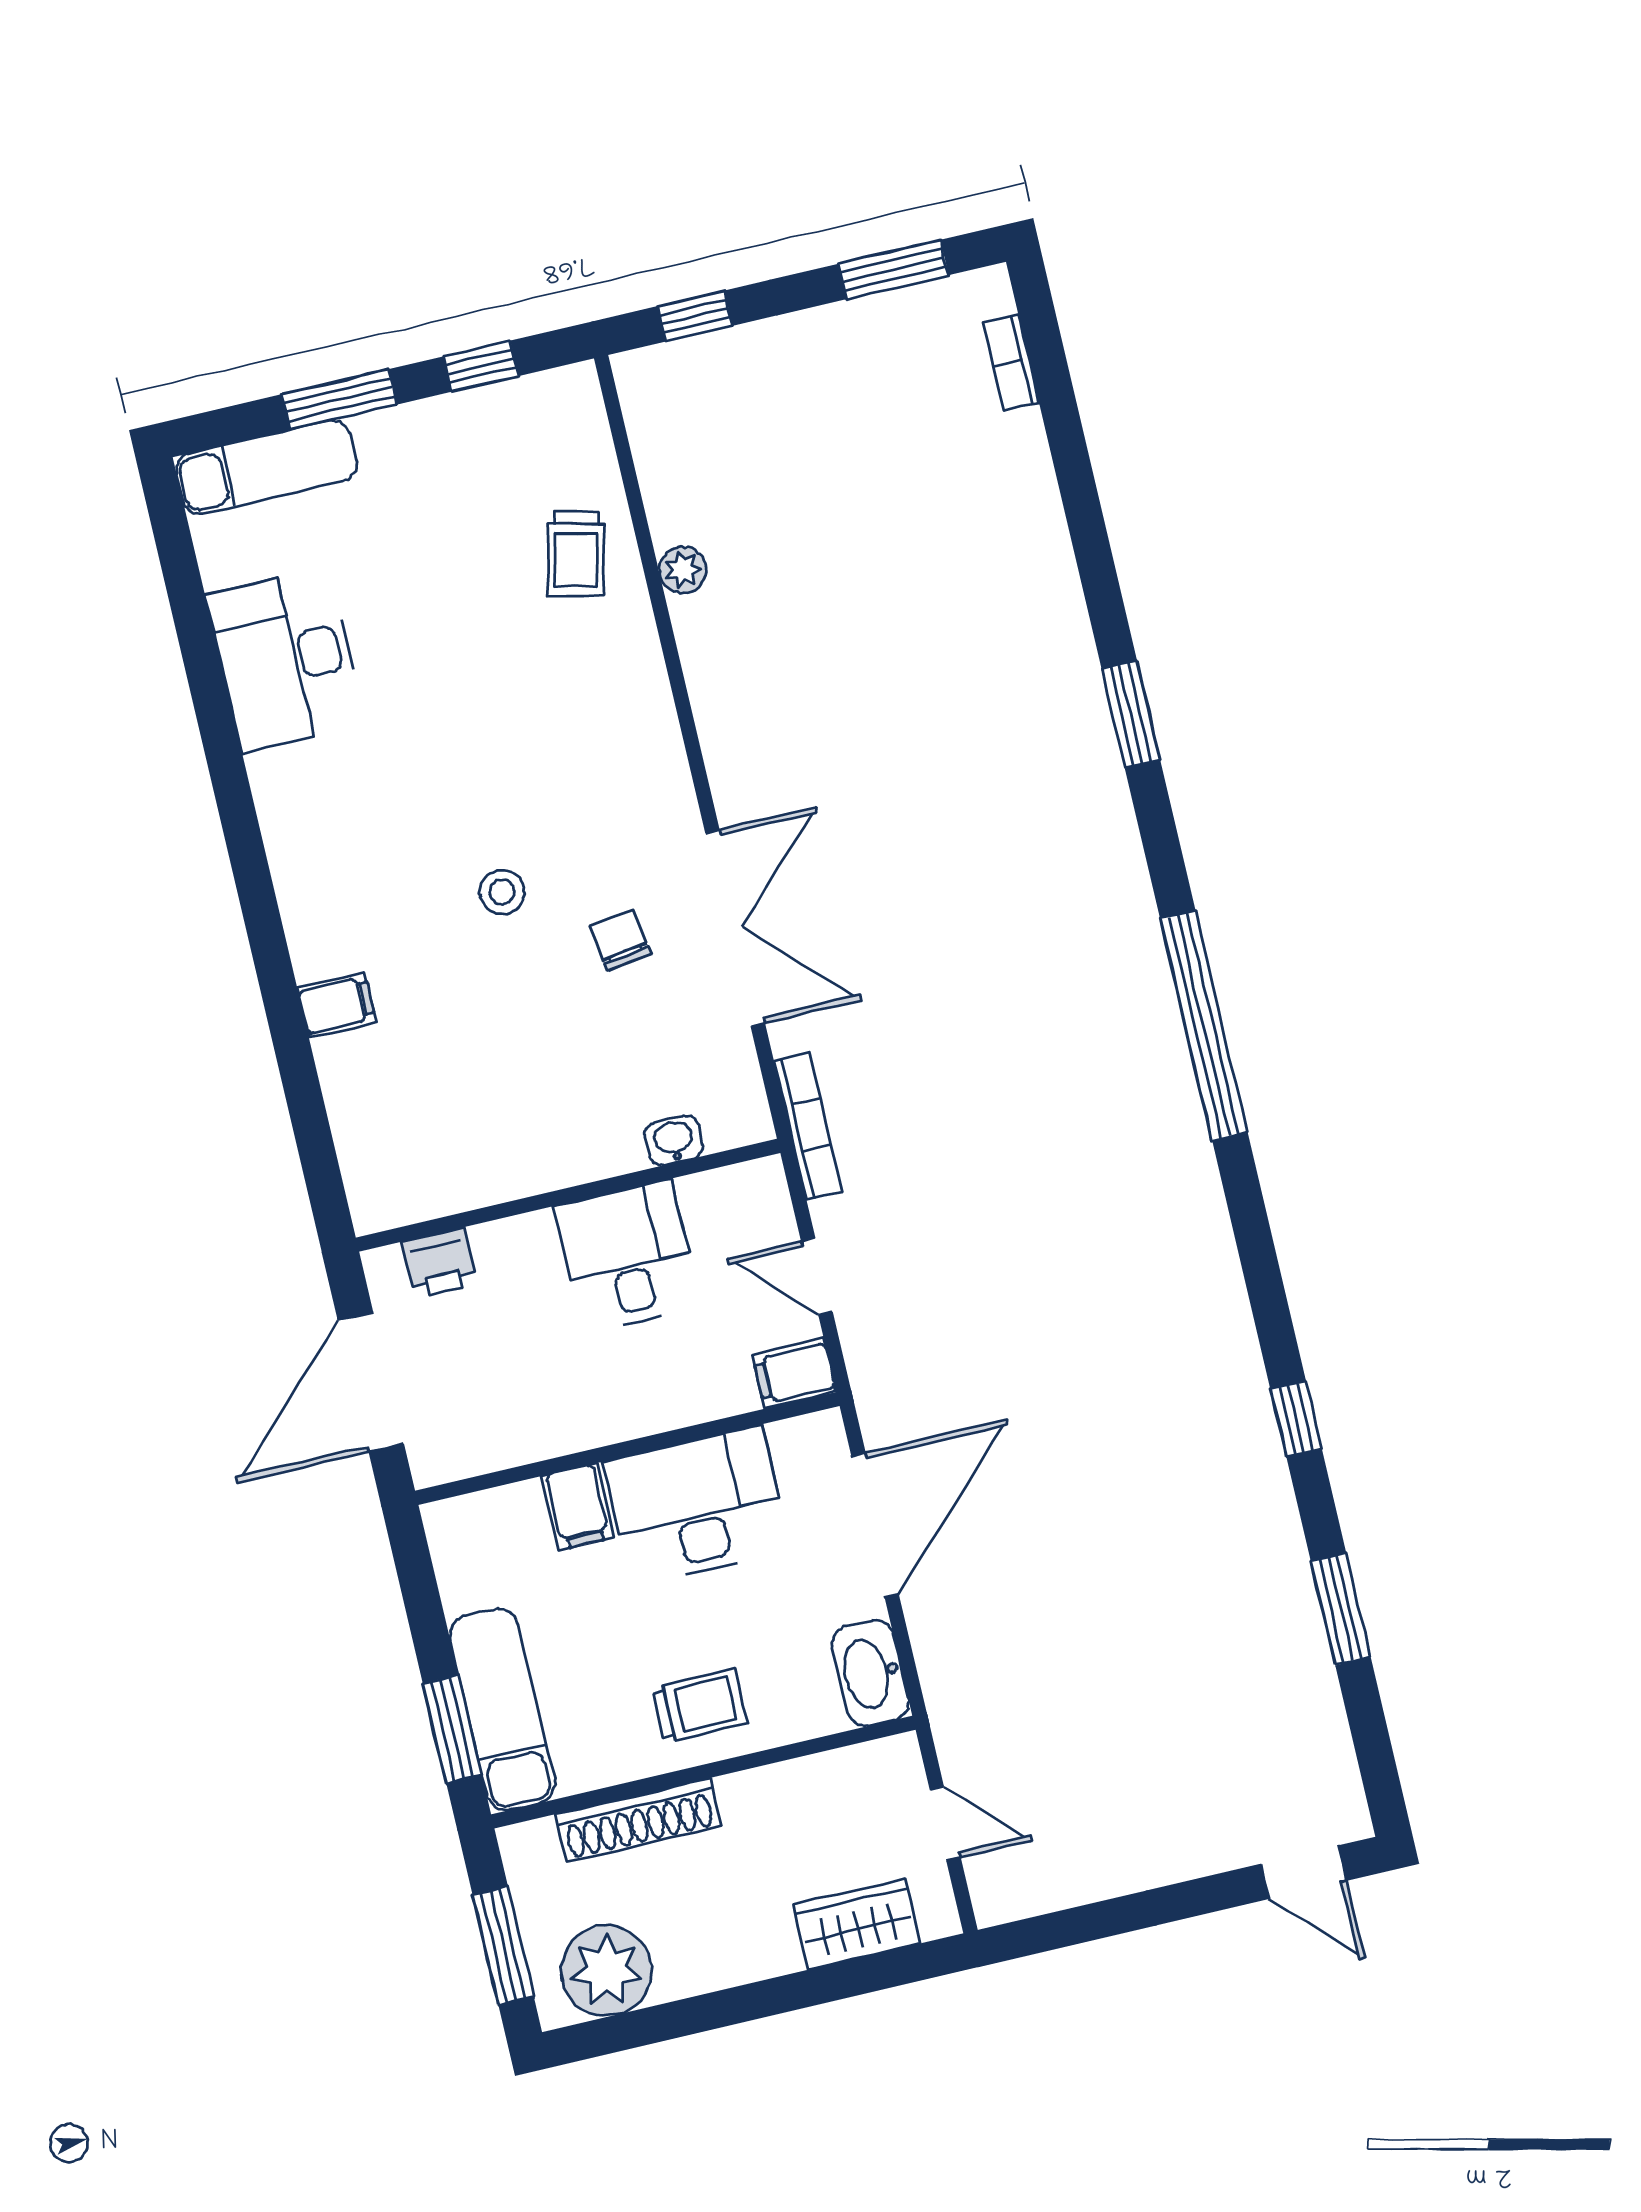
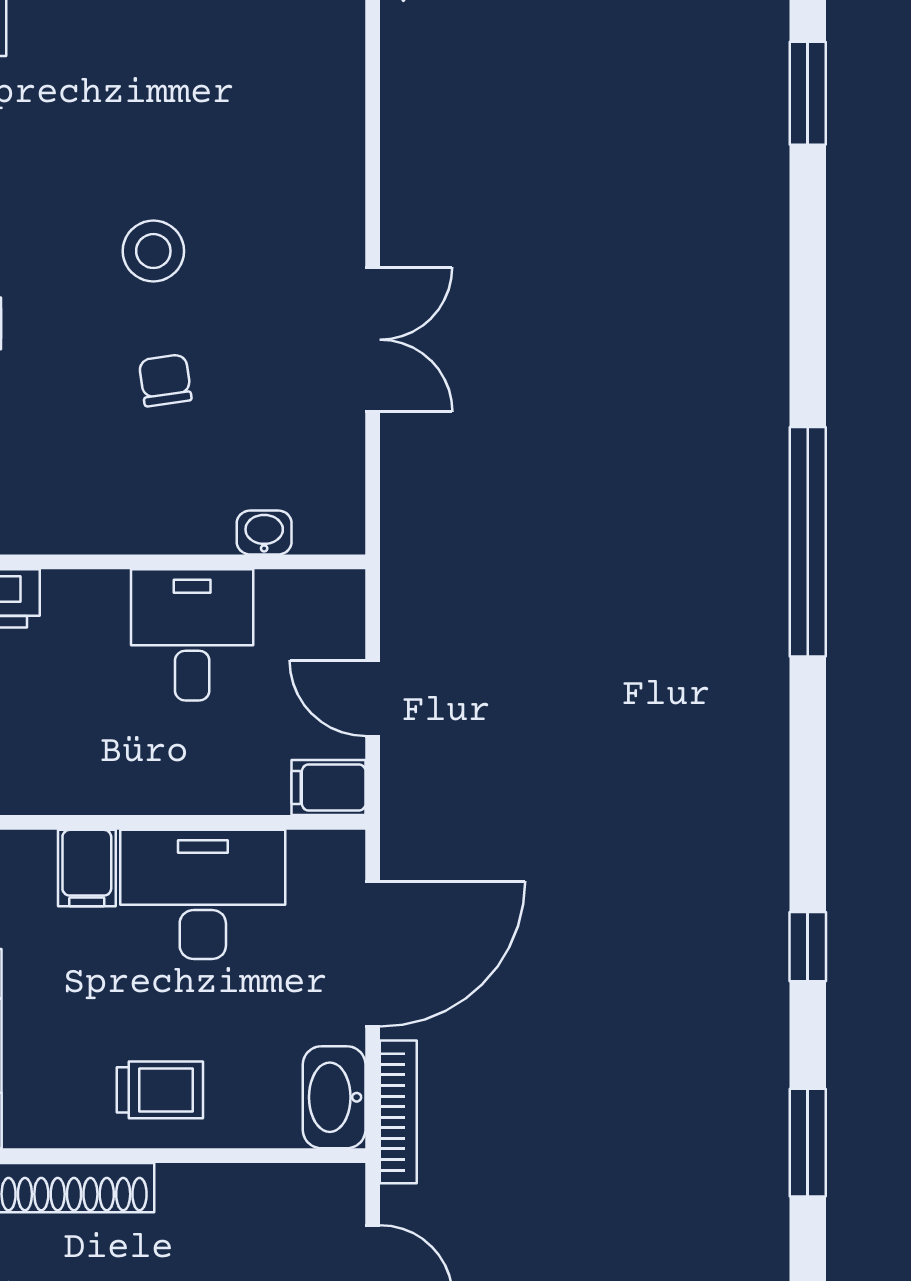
window: (1131, 714) -> (808, 93), moved
stool: (502, 892) -> (153, 251), width x1.37, depth x1.37
double door: (735, 928) -> (373, 340), width x0.73
chair: (620, 940) -> (165, 380), moved
bookcase: (808, 1126) -> (398, 1112), moved

